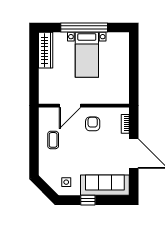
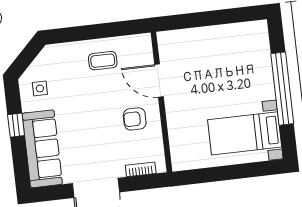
wardrobe: (46, 50) -> (240, 33), removed
bed with nightstands: (87, 55) -> (245, 133), moved
armchair: (93, 124) -> (135, 119), turned 180

